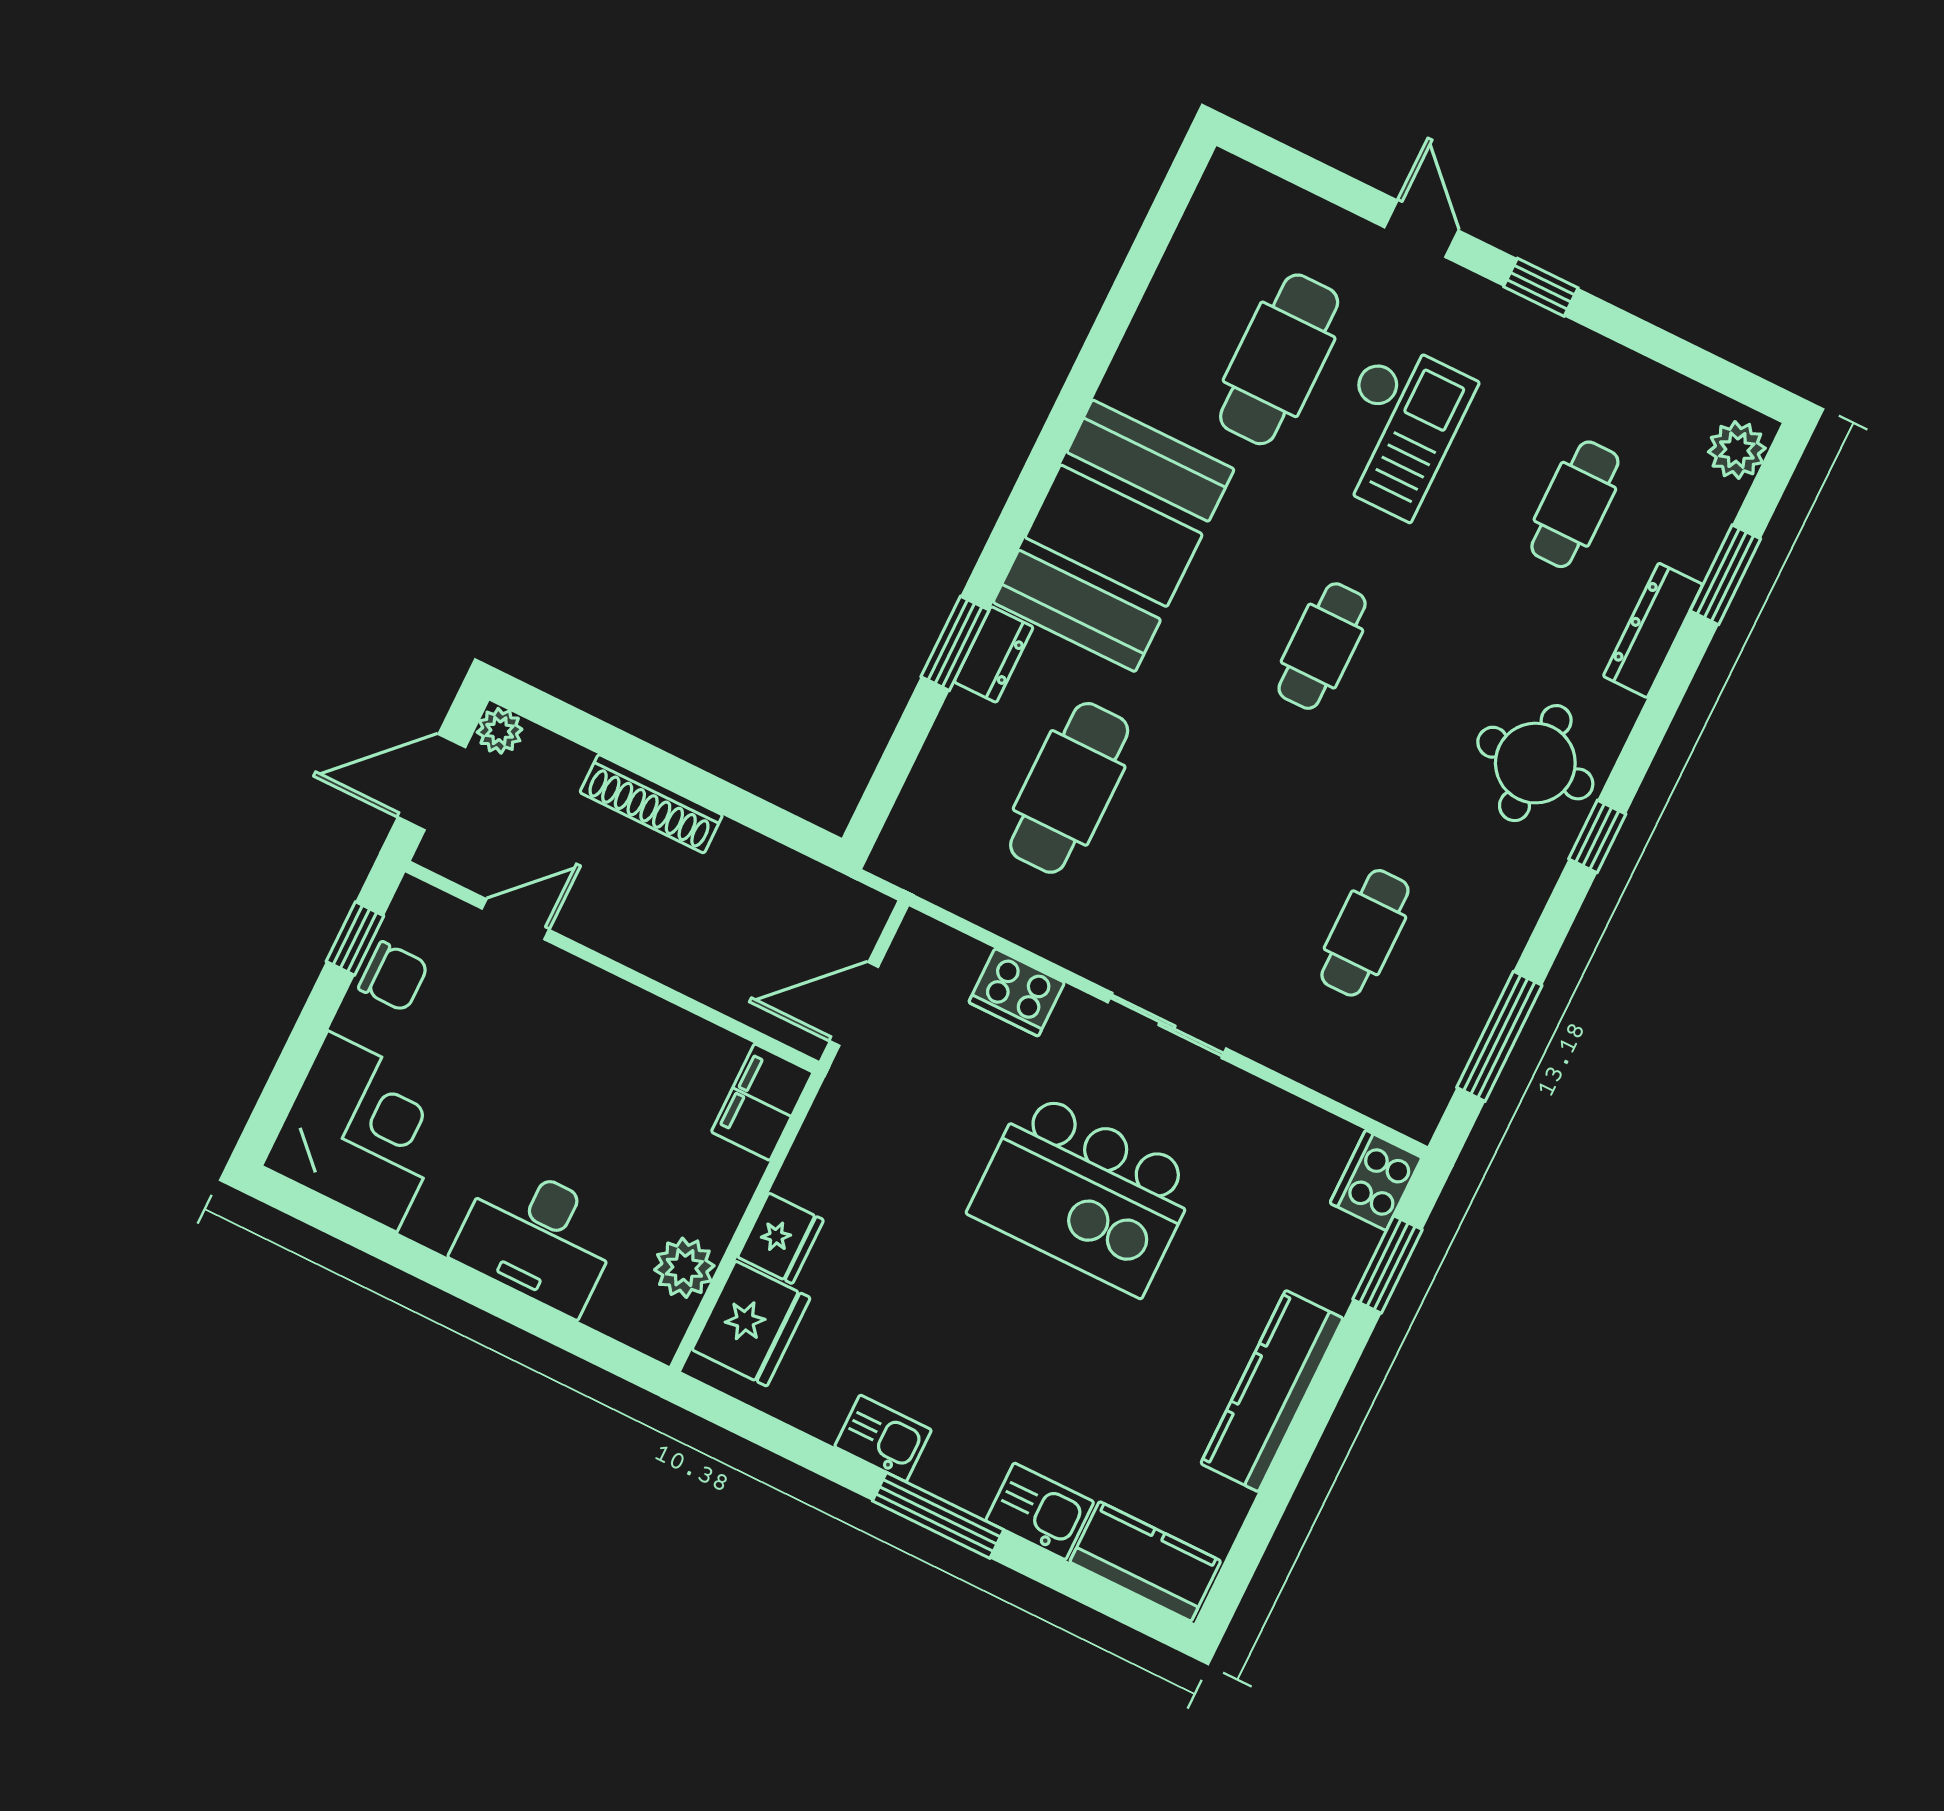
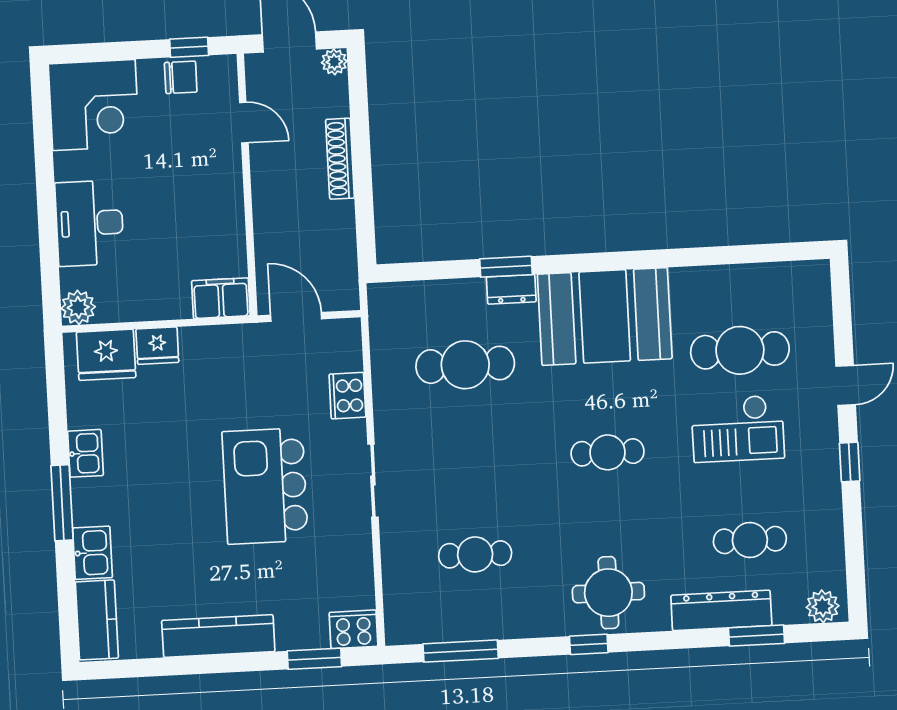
dresser: (1653, 630) -> (721, 610), width x1.37, depth x1.24
chair: (393, 977) -> (181, 77), turned -90
plant: (684, 1268) -> (78, 307), moved

